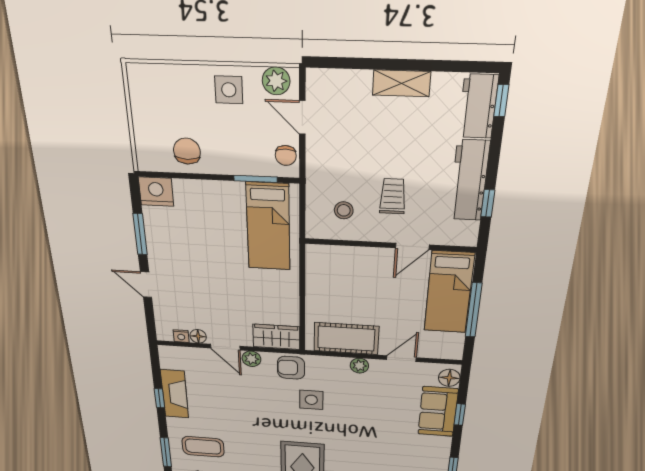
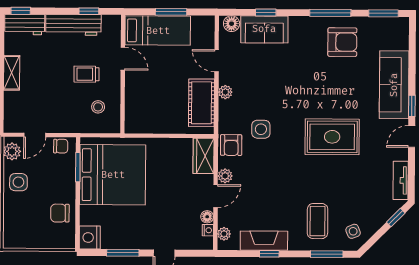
bed: (268, 227) -> (113, 175), width x2.04
window: (474, 310) -> (171, 12), width x0.69
plant: (178, 353) -> (224, 234), added

